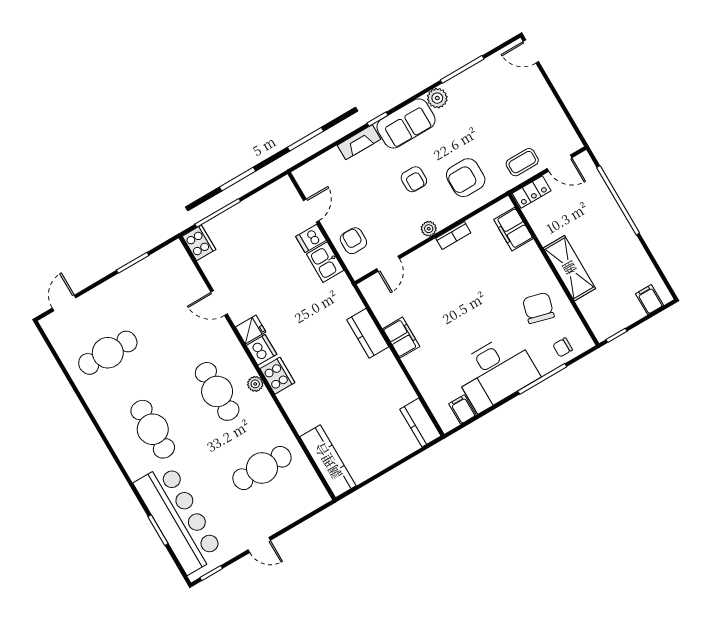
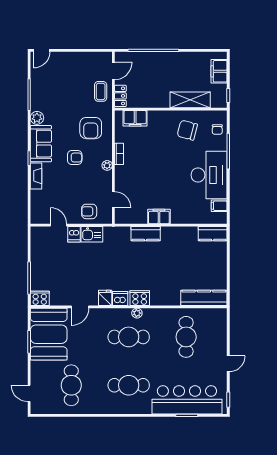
shelving: (569, 268) -> (190, 100), moved
booth: (158, 283) -> (49, 334), added
filing cabinet: (649, 300) -> (219, 71), width x2.00

